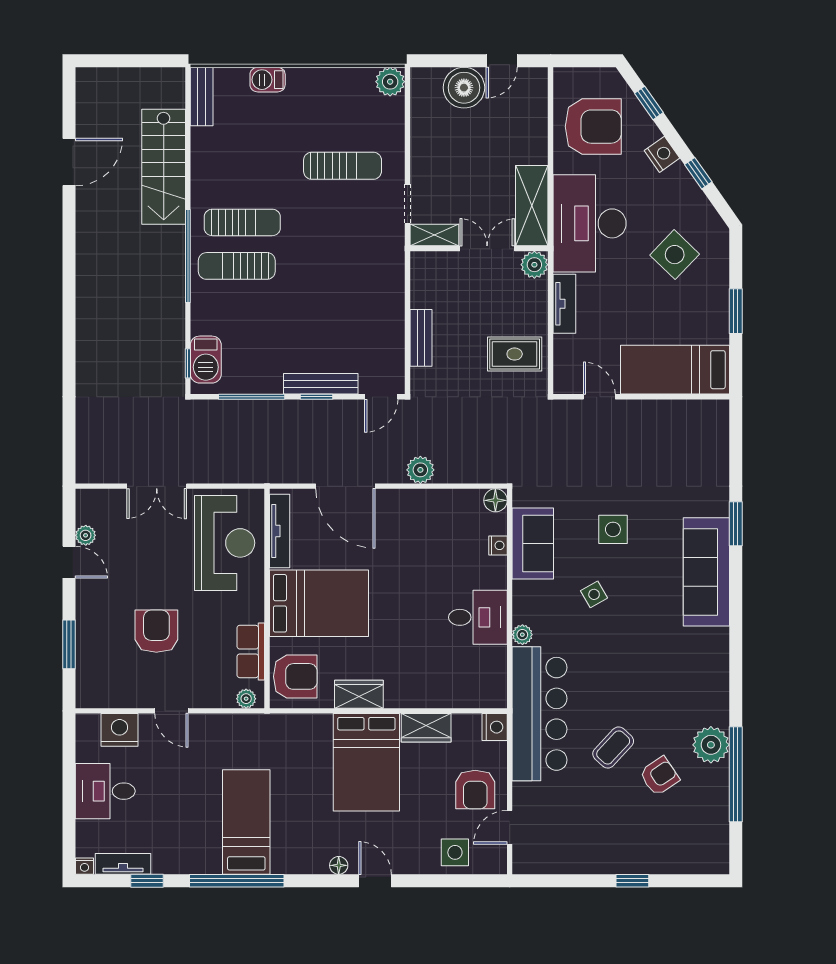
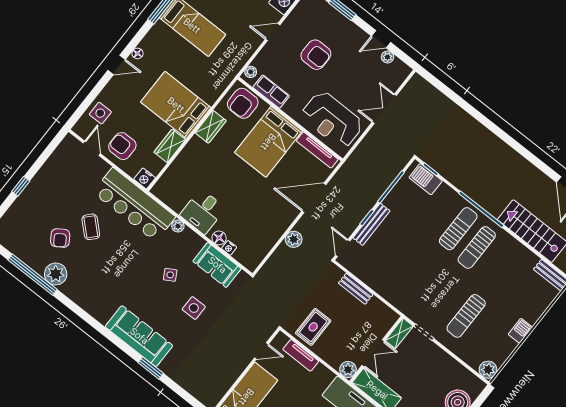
barbecue: (268, 80) -> (520, 331), moved
tv unit: (564, 304) -> (301, 355), moved
floor lamp: (495, 500) -> (219, 238), moved

